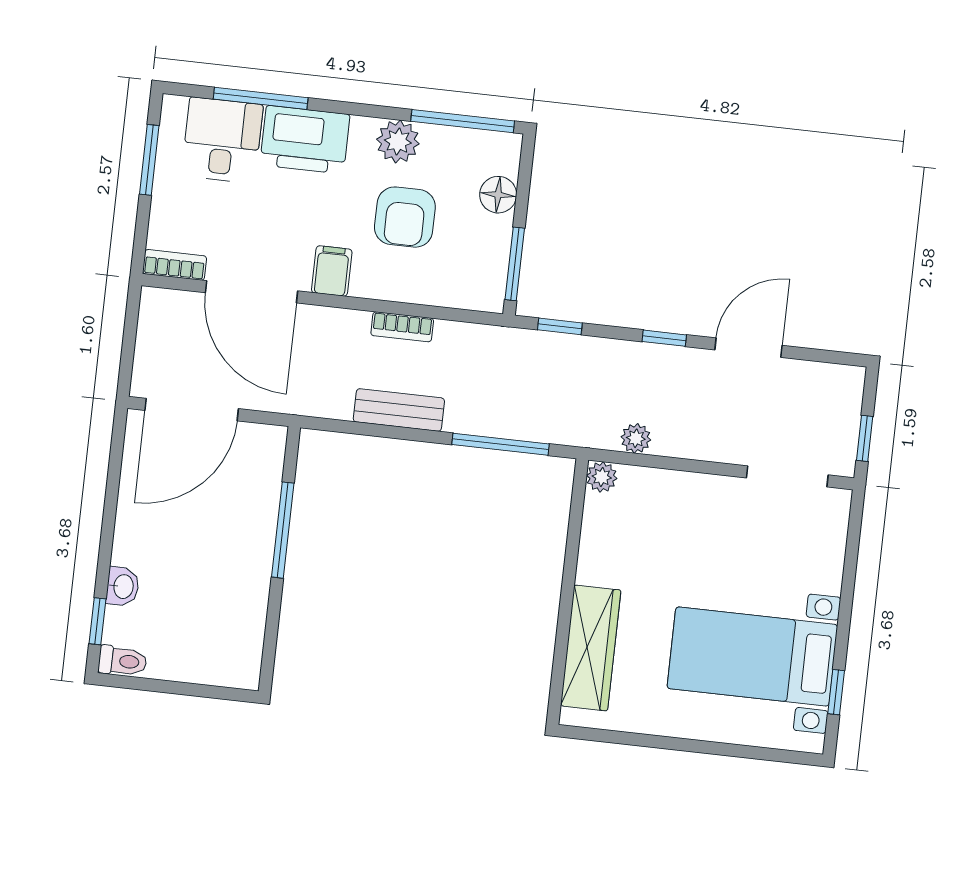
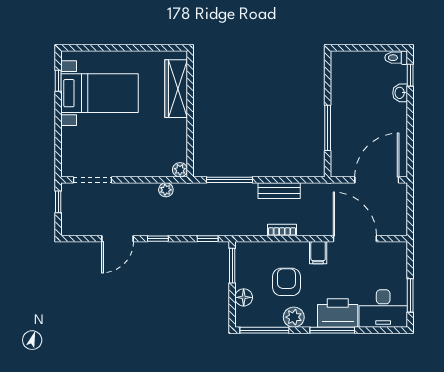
window: (261, 98) -> (332, 330), moved
desk: (222, 140) -> (383, 309), width x1.37
bookcase: (175, 265) -> (393, 247), removed

